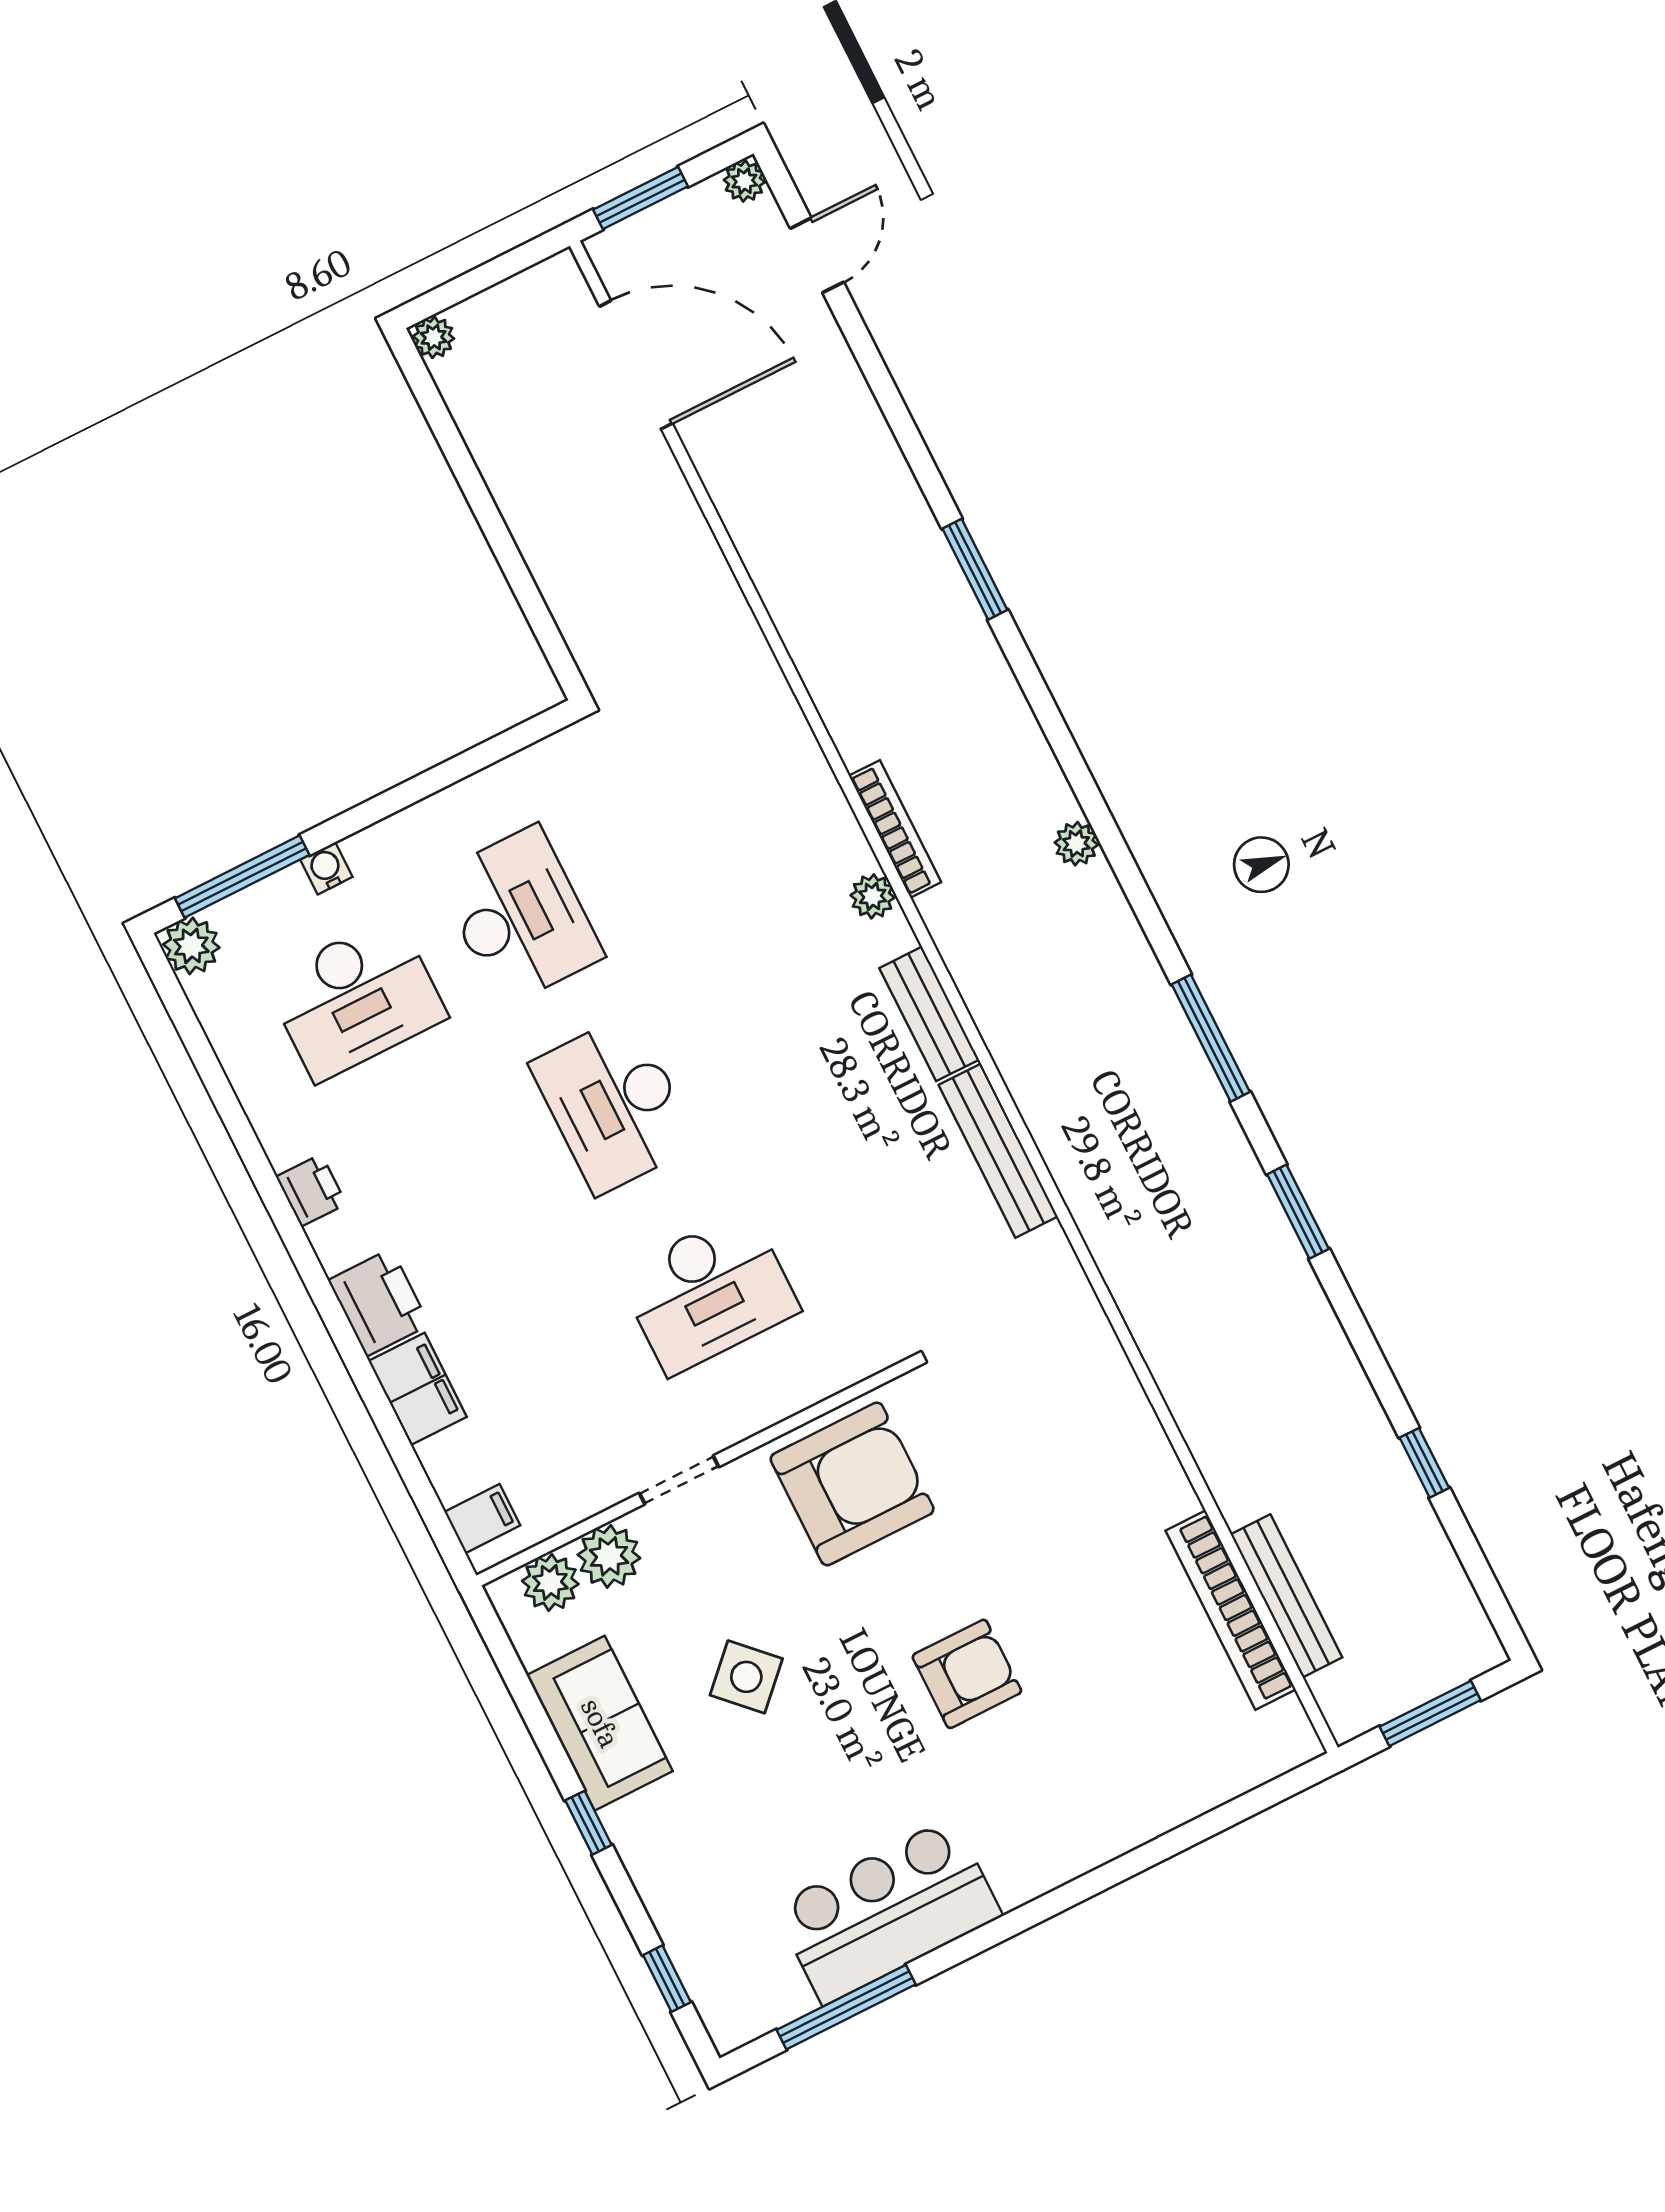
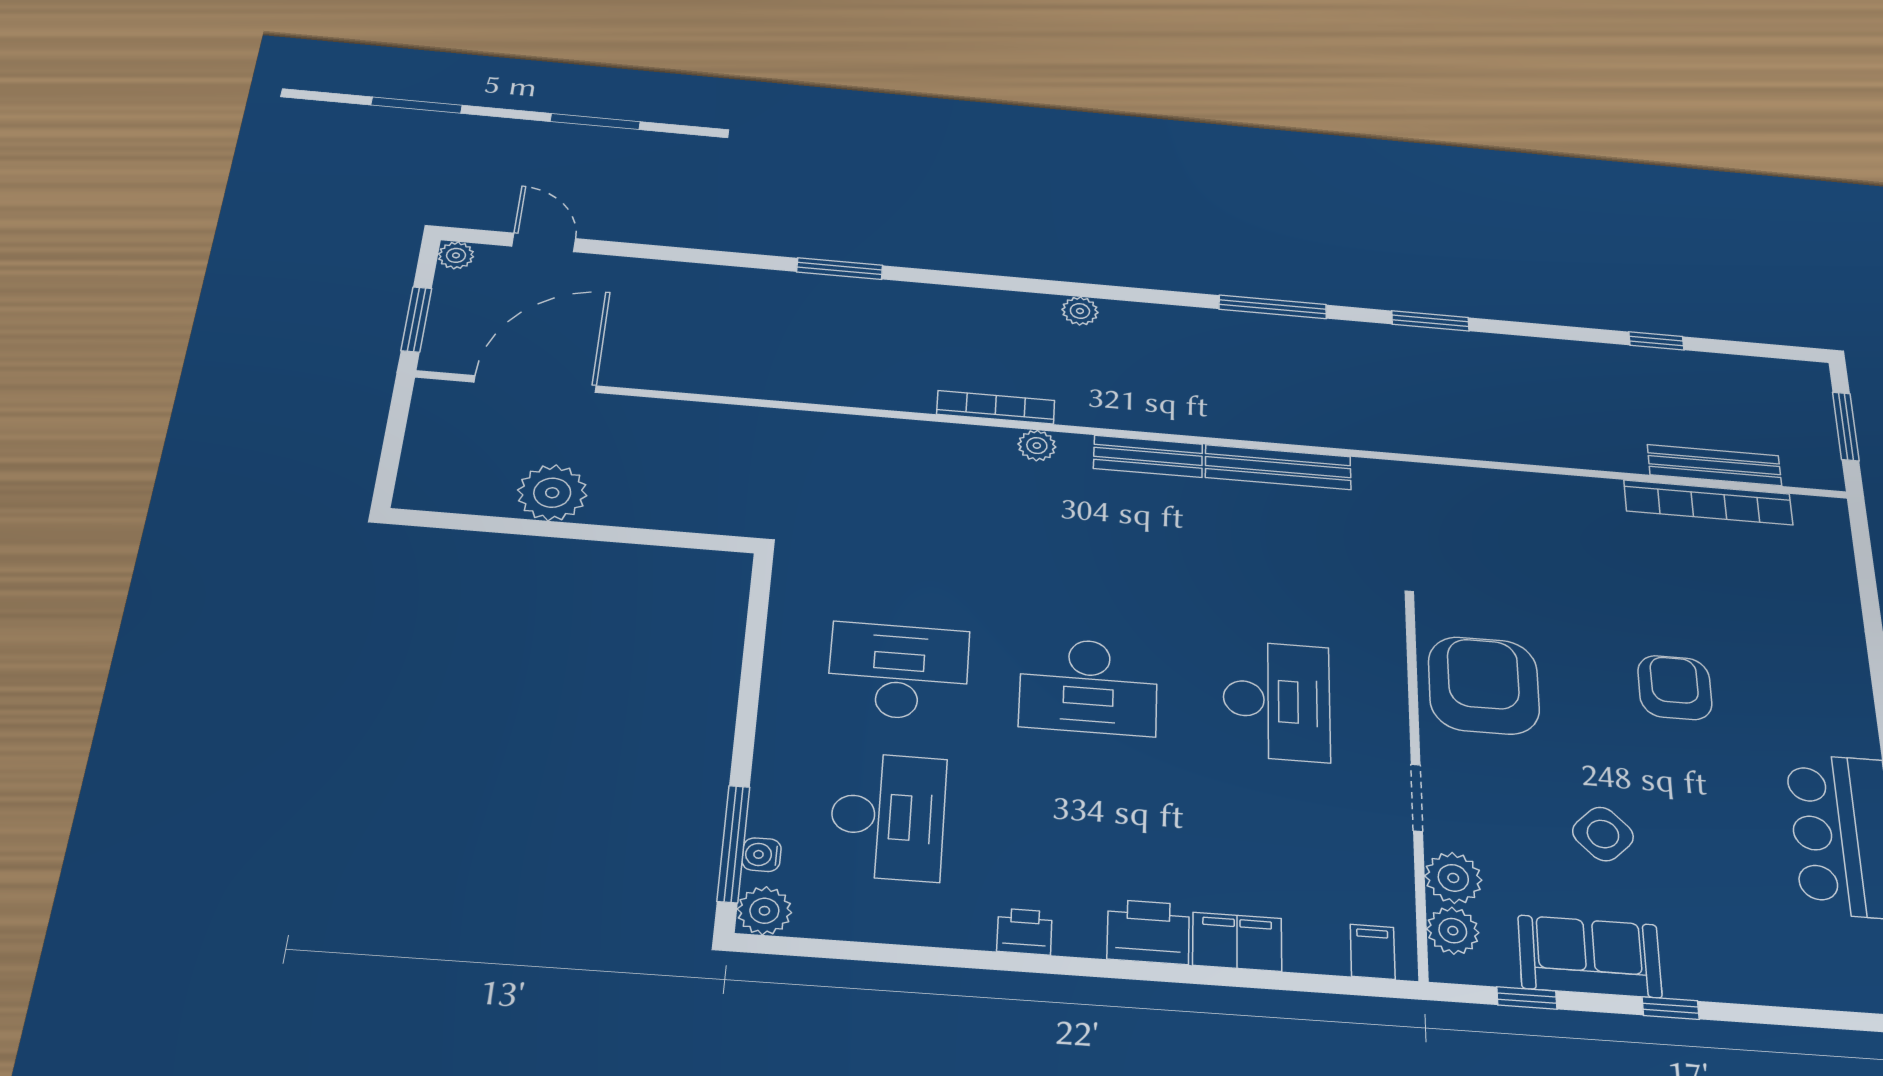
plant: (434, 337) -> (552, 493), moved, width x1.88, depth x1.88
water cooler: (326, 868) -> (761, 855), moved
window: (667, 1979) -> (1527, 998), moved

